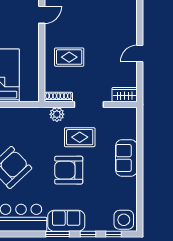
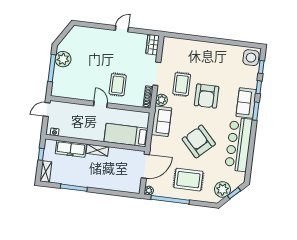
door: (42, 15) -> (100, 104), moved
door: (140, 54) -> (122, 29), swing flipped
sofa: (126, 158) -> (162, 121), moved, turned -90

